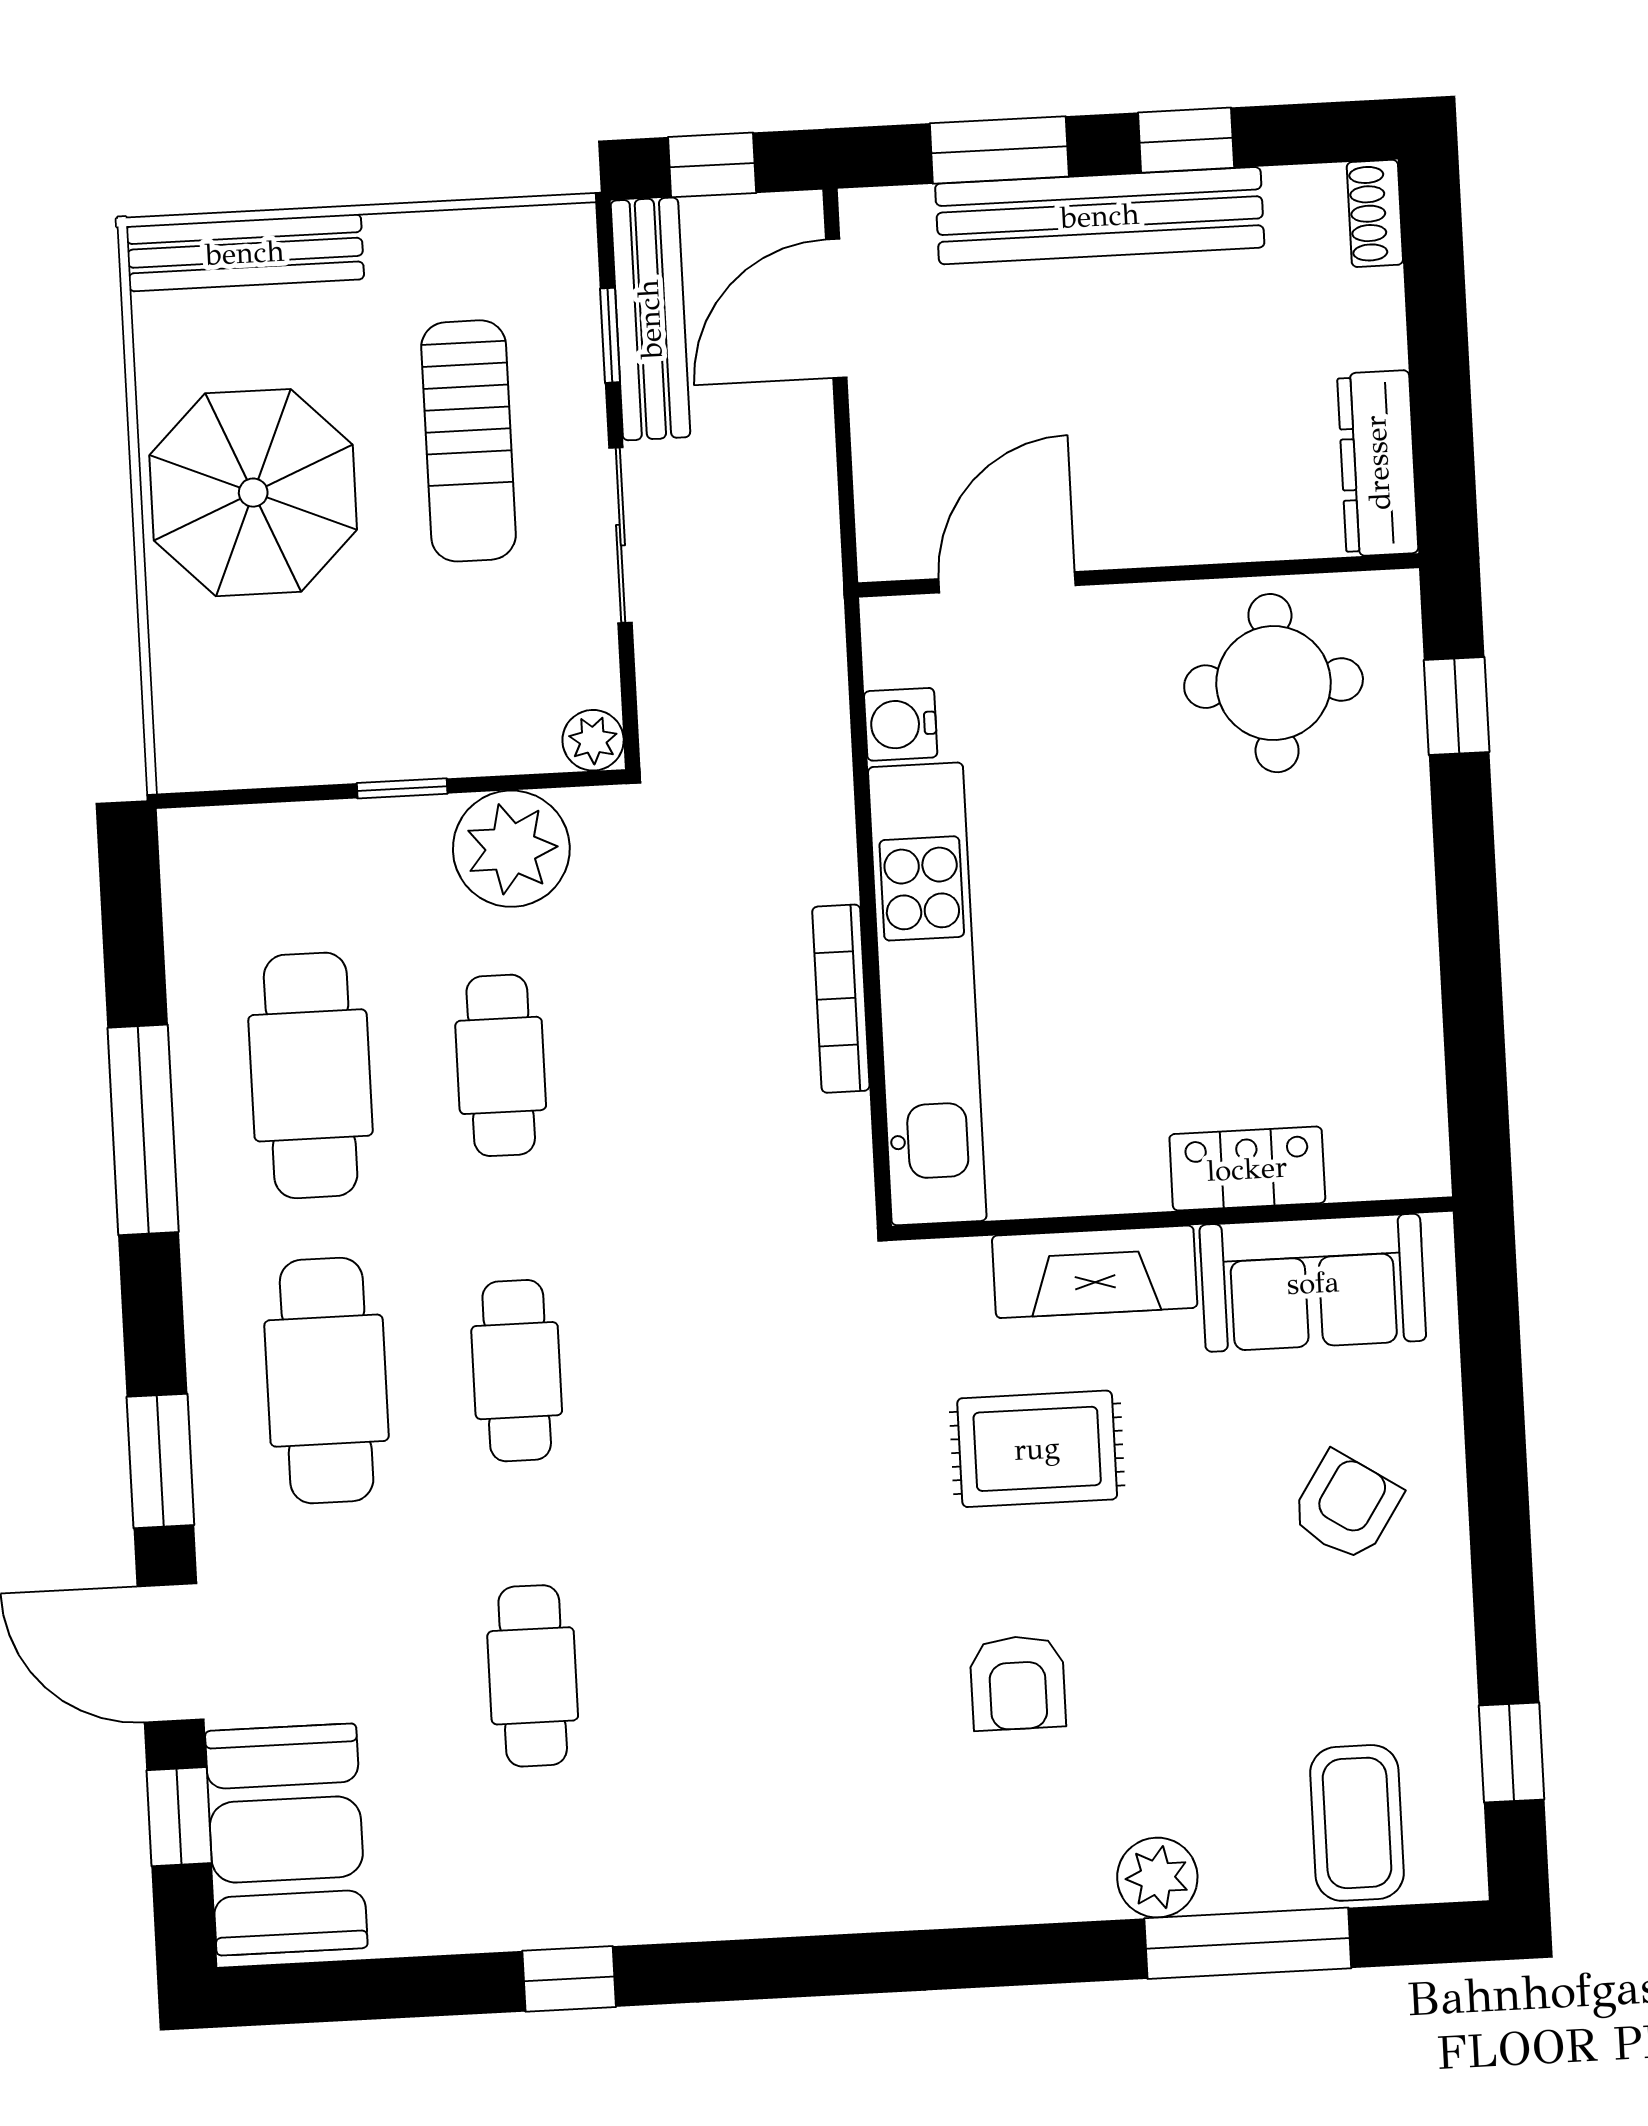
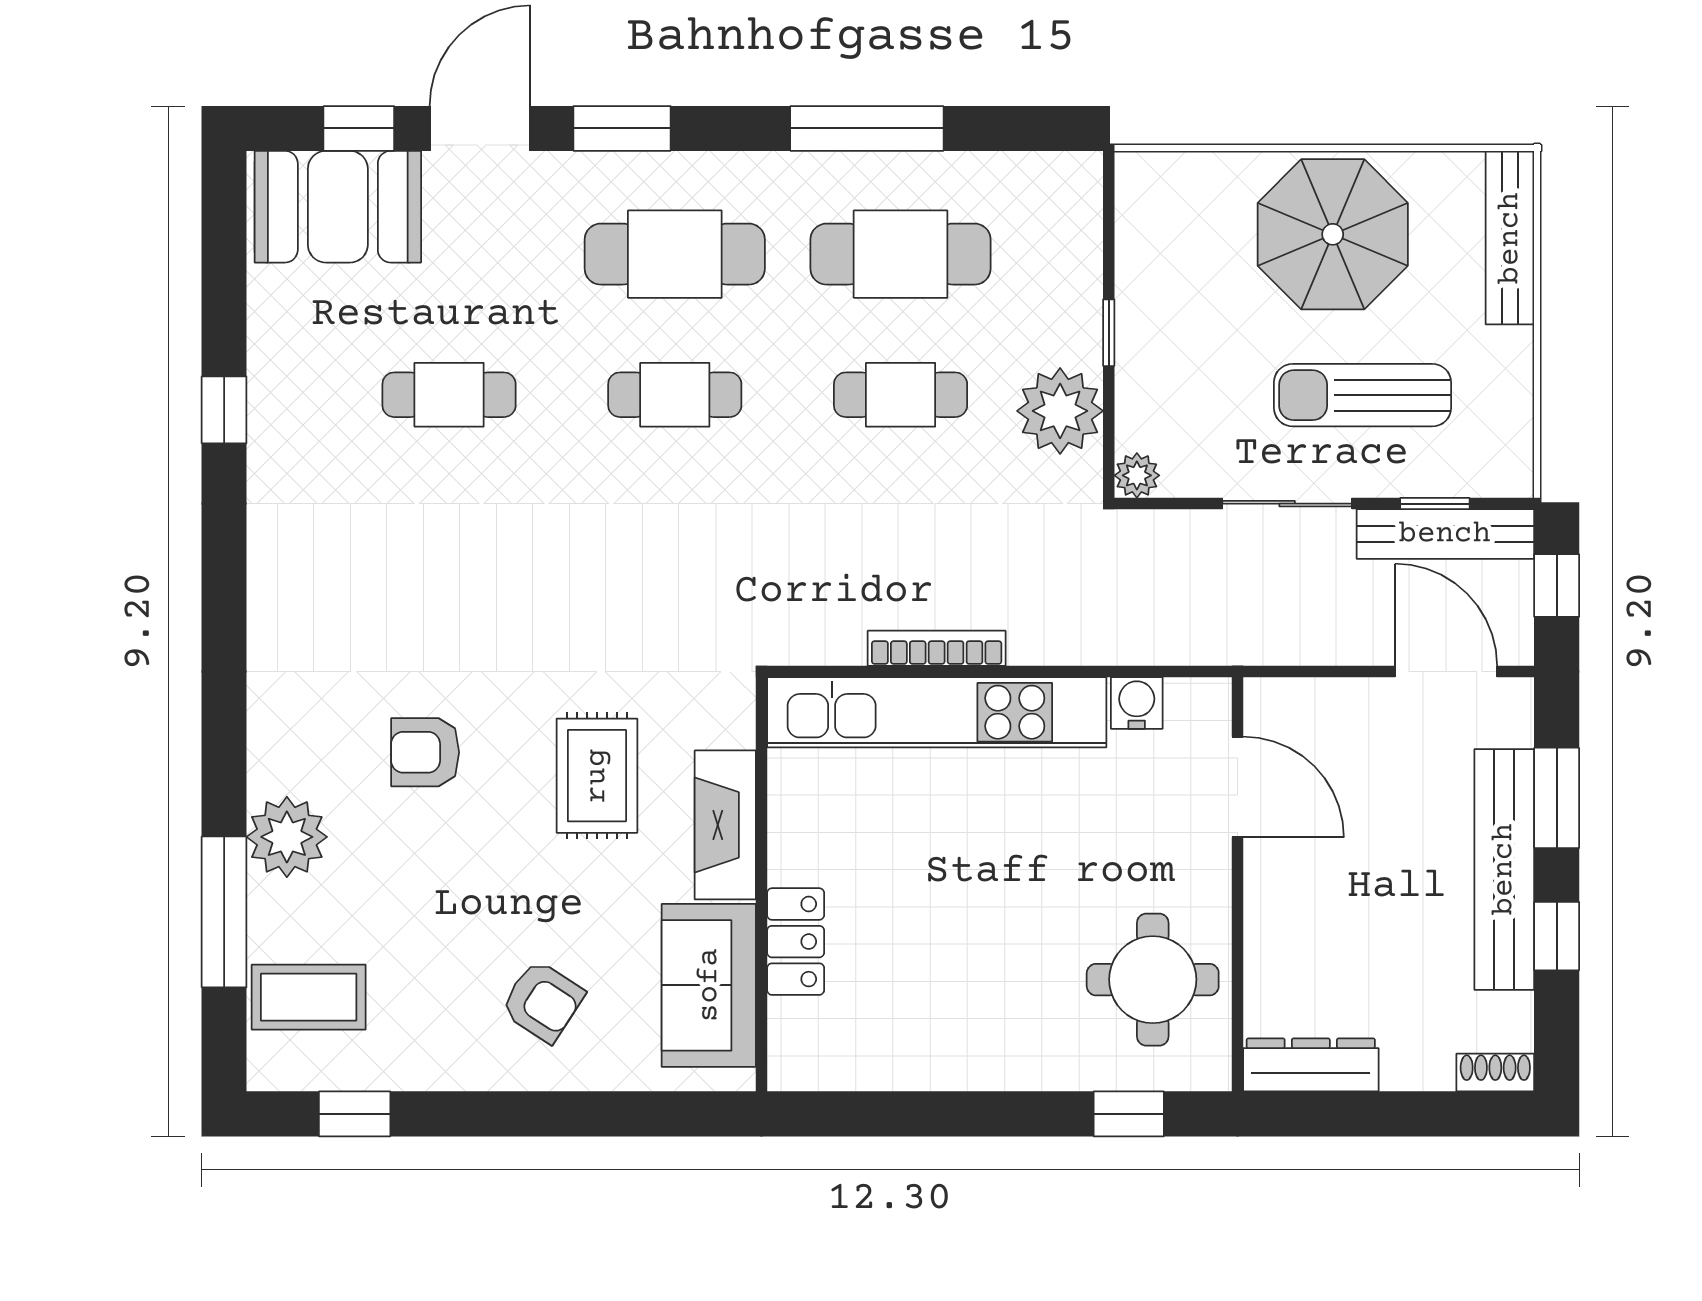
plant: (1157, 1878) -> (287, 837), width x1.36, depth x1.36

